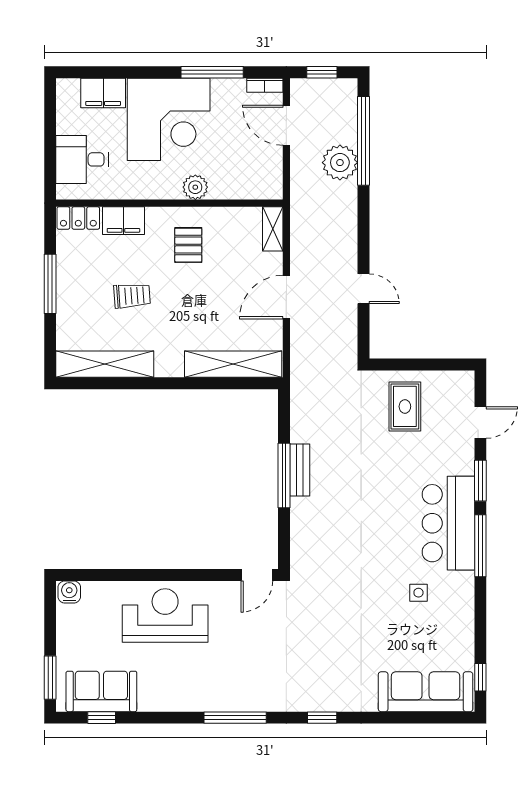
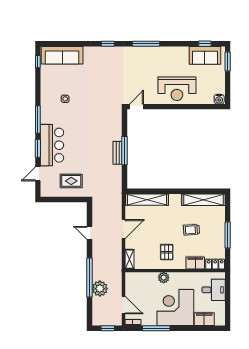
window: (363, 141) -> (89, 277), moved
rug: (405, 406) -> (71, 181), turned 90
bar counter: (448, 523) -> (52, 145), moved

